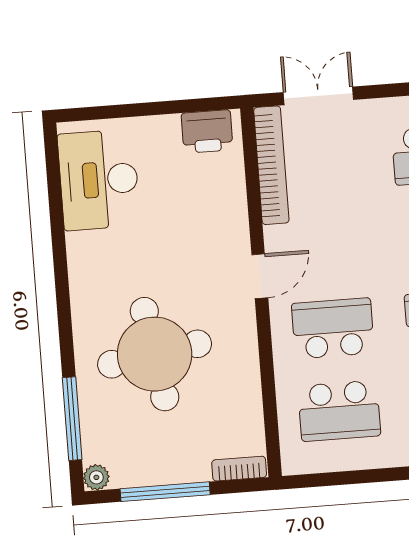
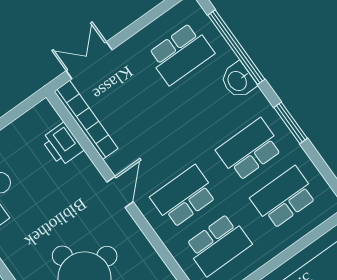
printer: (207, 131) -> (62, 144), moved, turned 90

